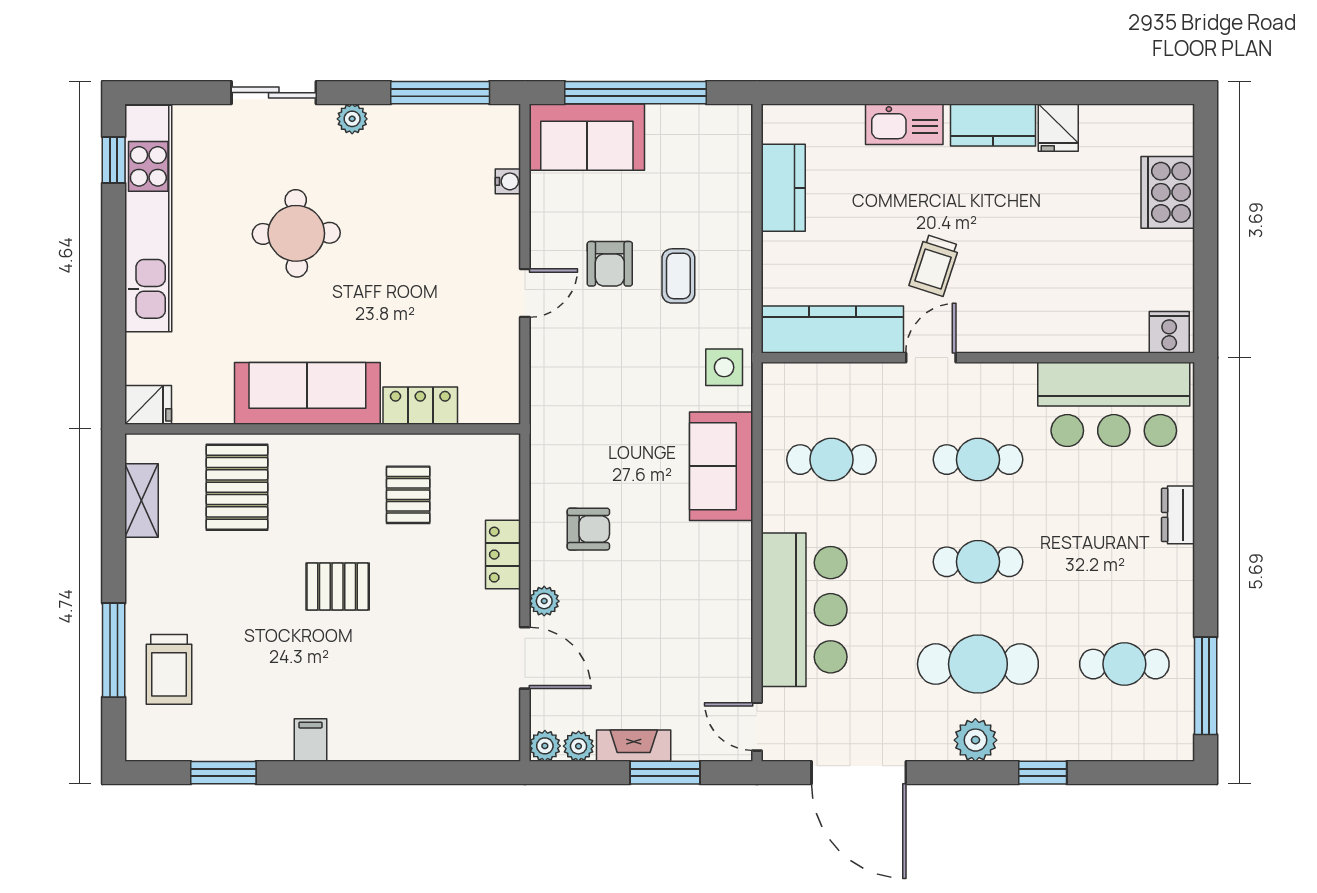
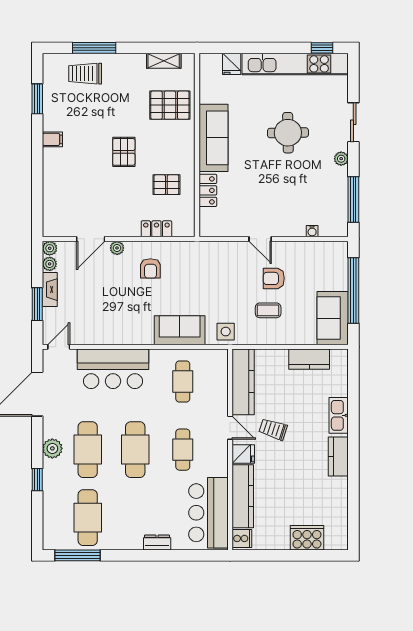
fridge: (1058, 128) -> (243, 454), moved, turned 180
sofa: (587, 137) -> (333, 318), moved
kitchen counter: (1078, 331) -> (243, 496), added
fridge: (148, 405) -> (232, 64), moved
locker: (503, 555) -> (156, 229), moved
cafe table: (978, 562) -> (135, 450), width x1.37, depth x1.35
cafe table: (1124, 664) -> (88, 518), width x1.37, depth x1.35

